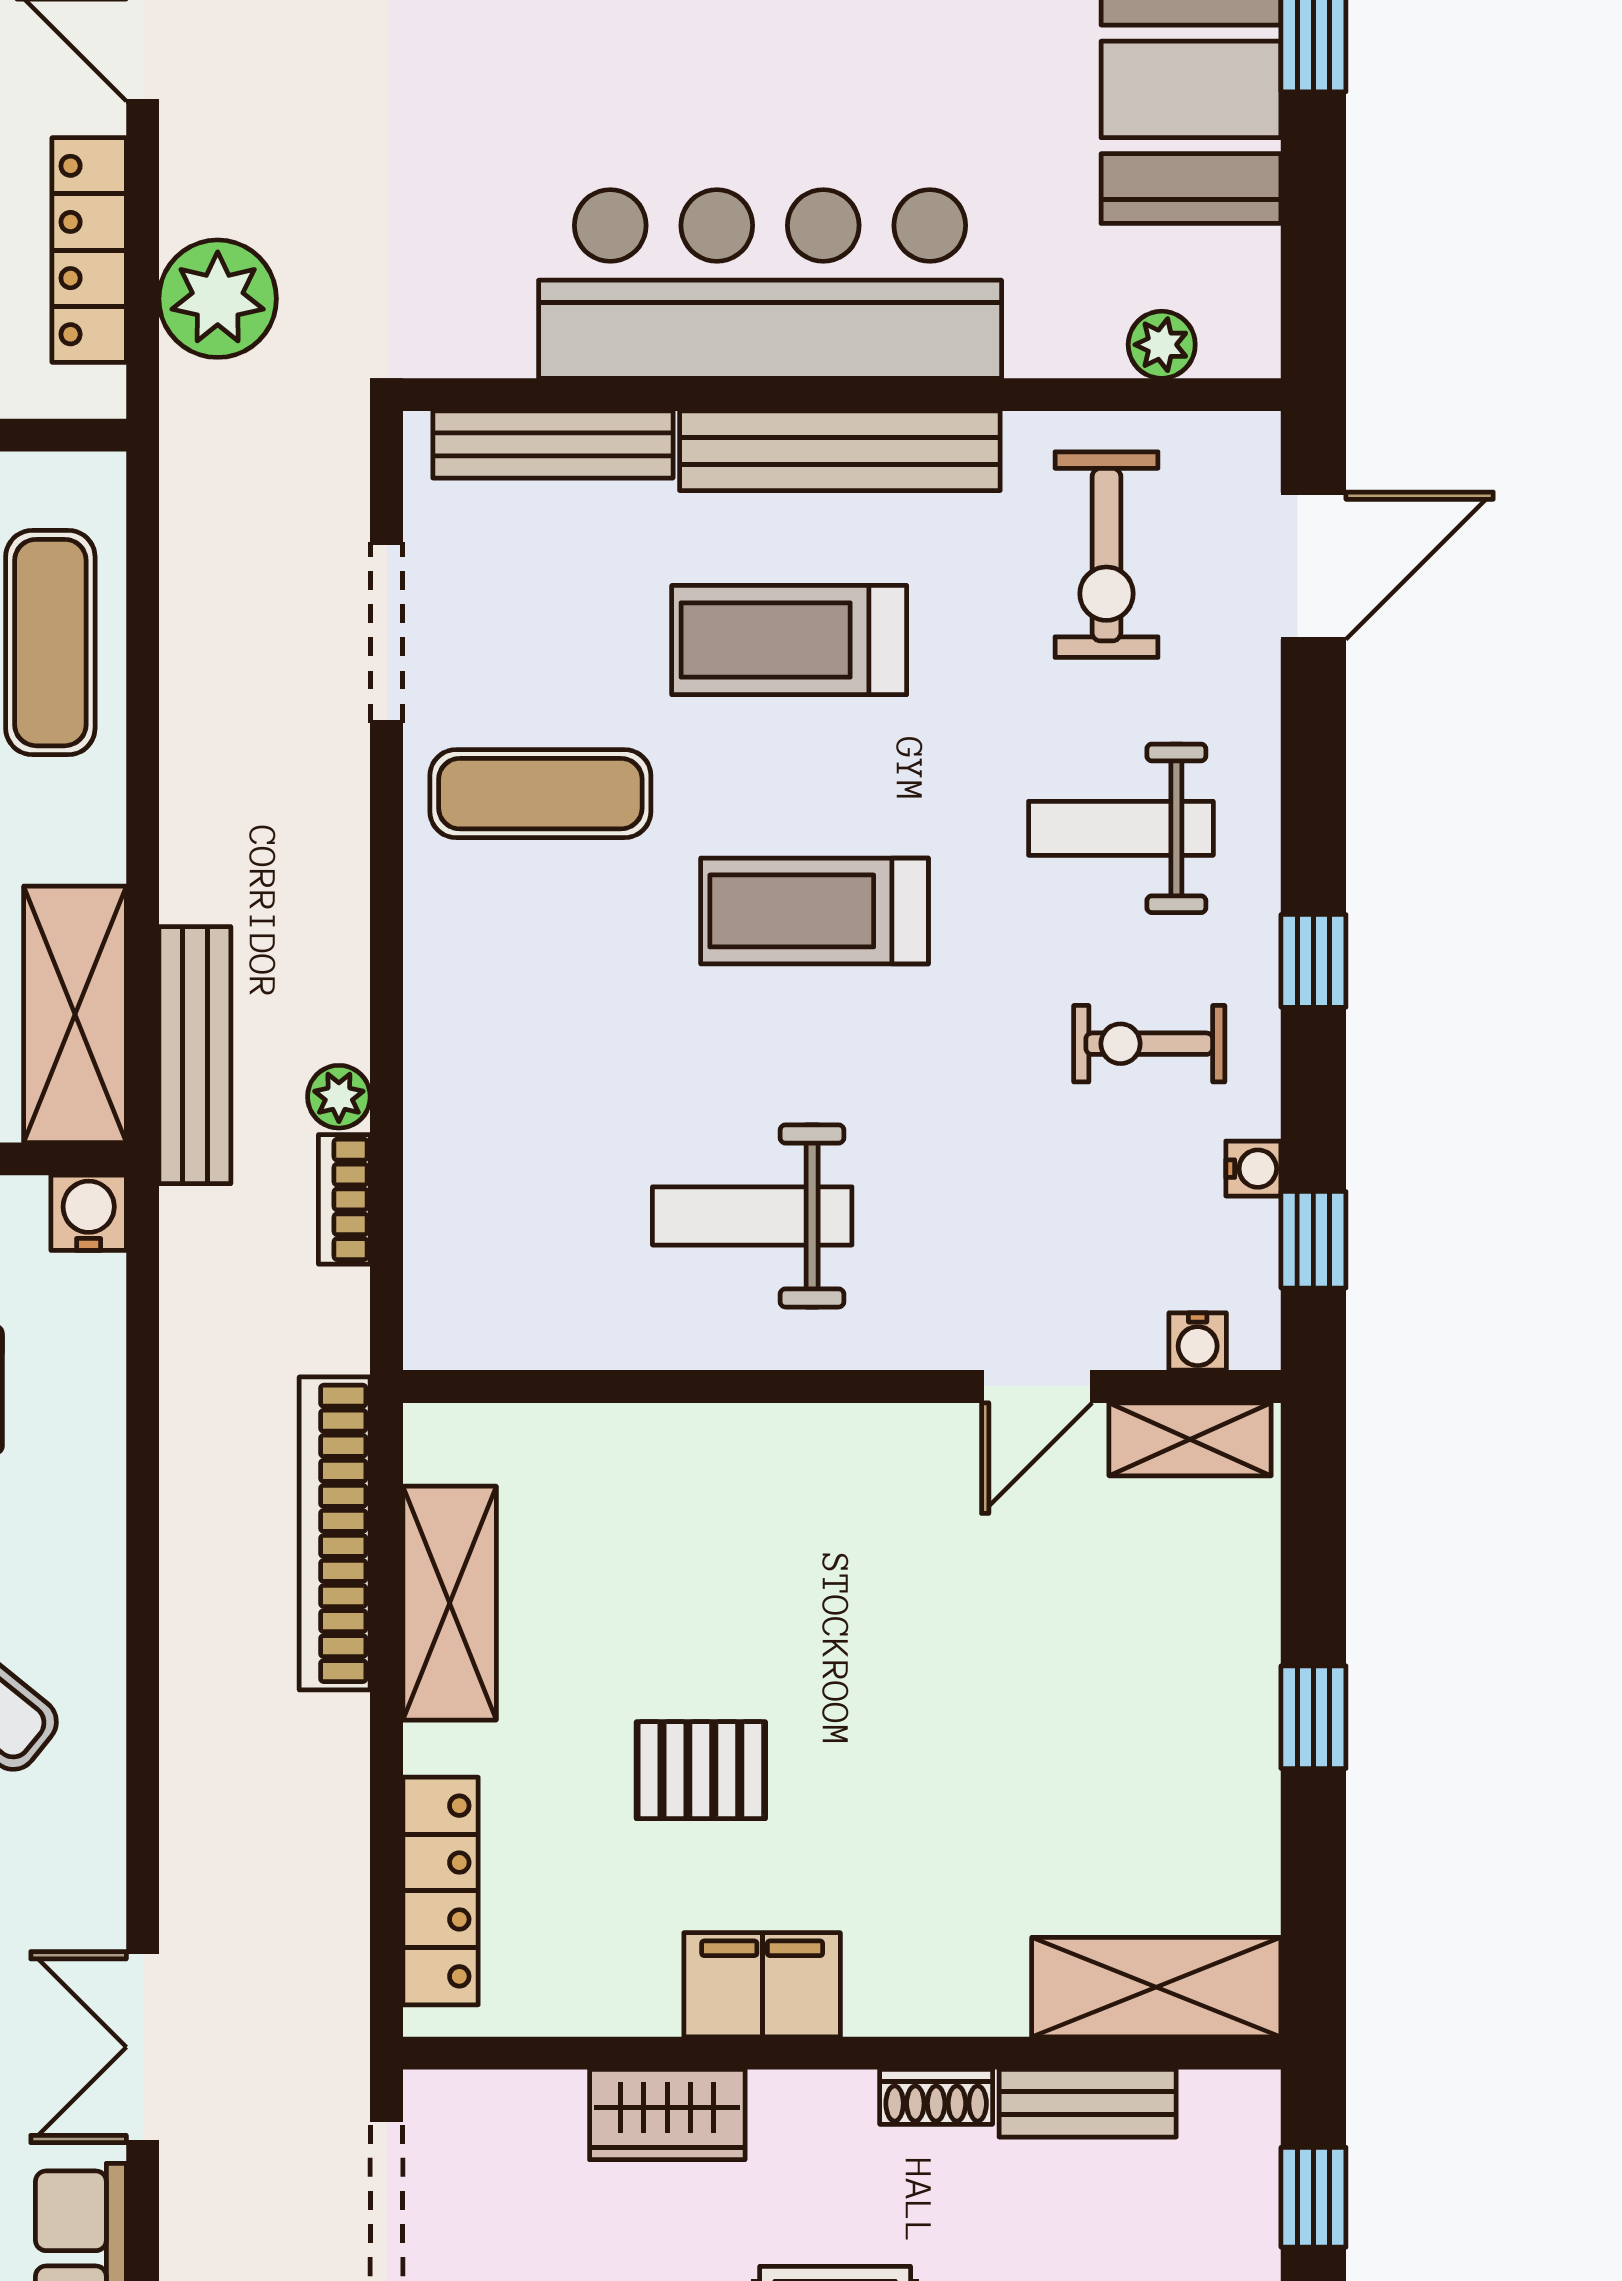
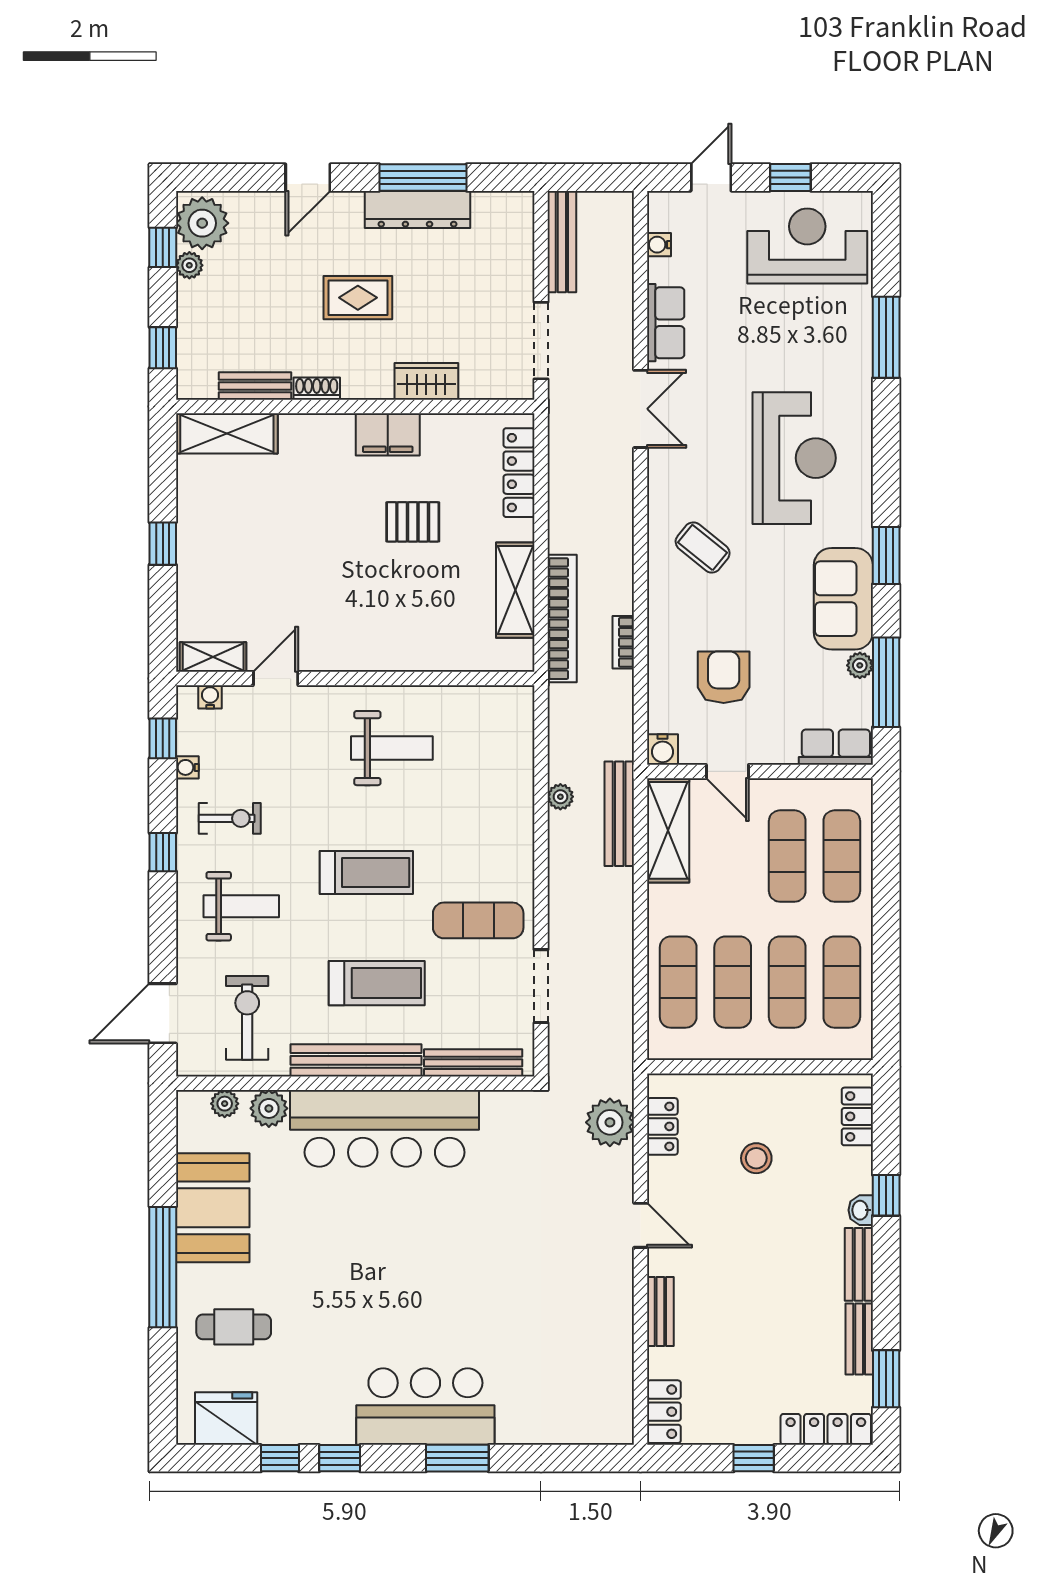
locker: (89, 250) -> (662, 1126), width x0.66
plant: (1054, 333) -> (269, 1108), added
bookcase: (344, 1199) -> (623, 642), moved, turned 180

